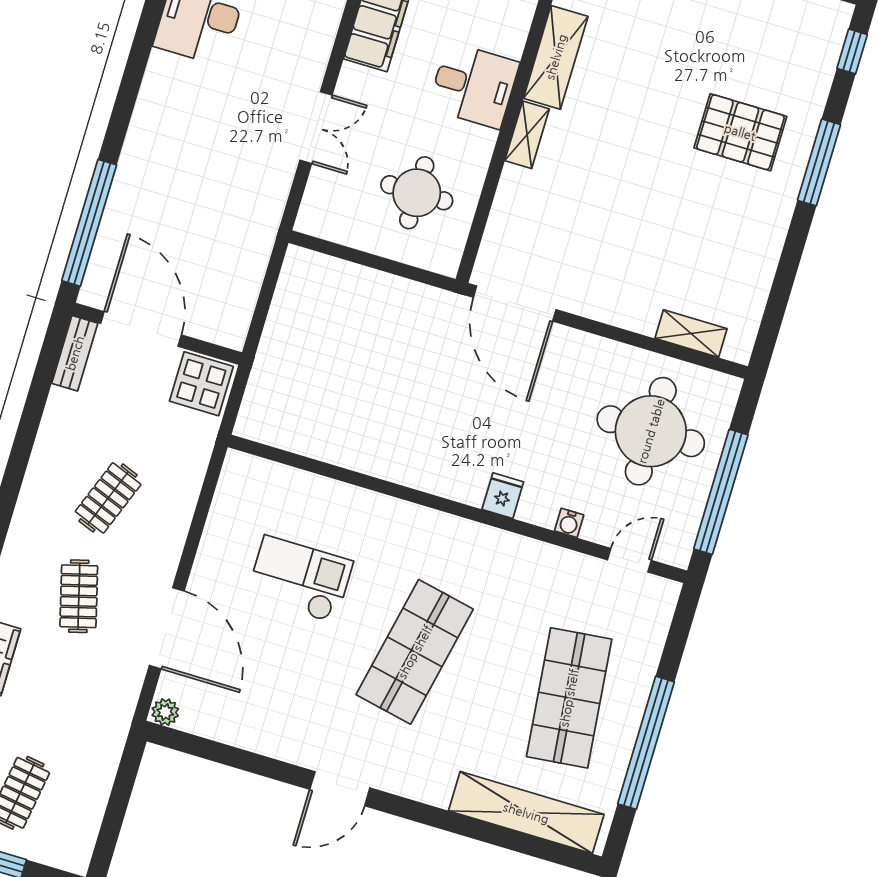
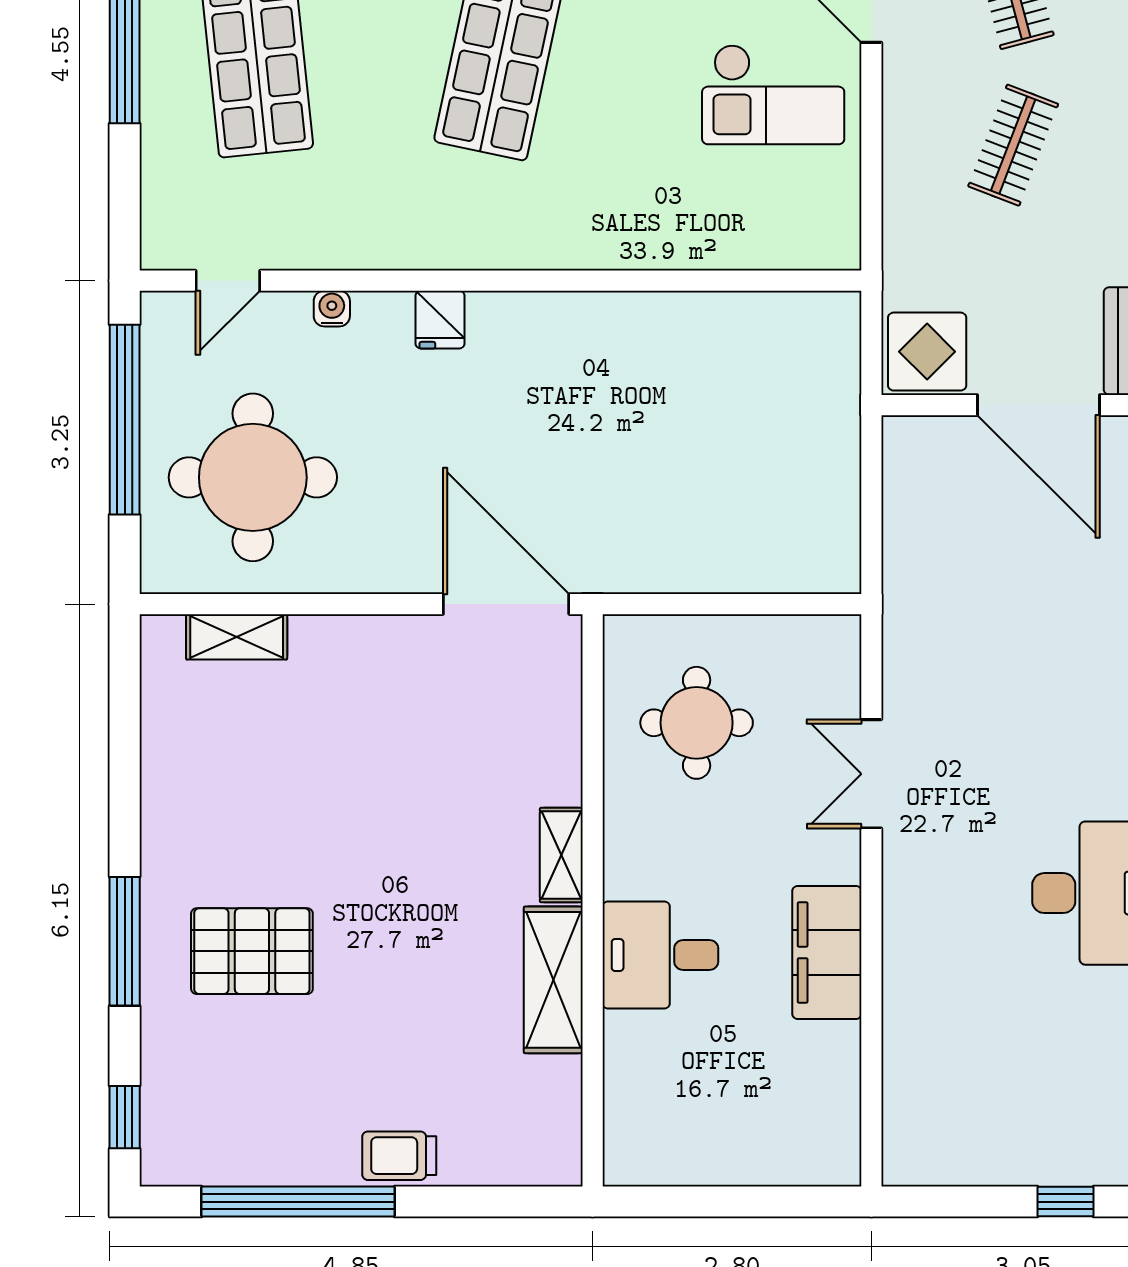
desk: (474, 85) -> (660, 955), moved
checkout: (300, 579) -> (773, 94), moved

